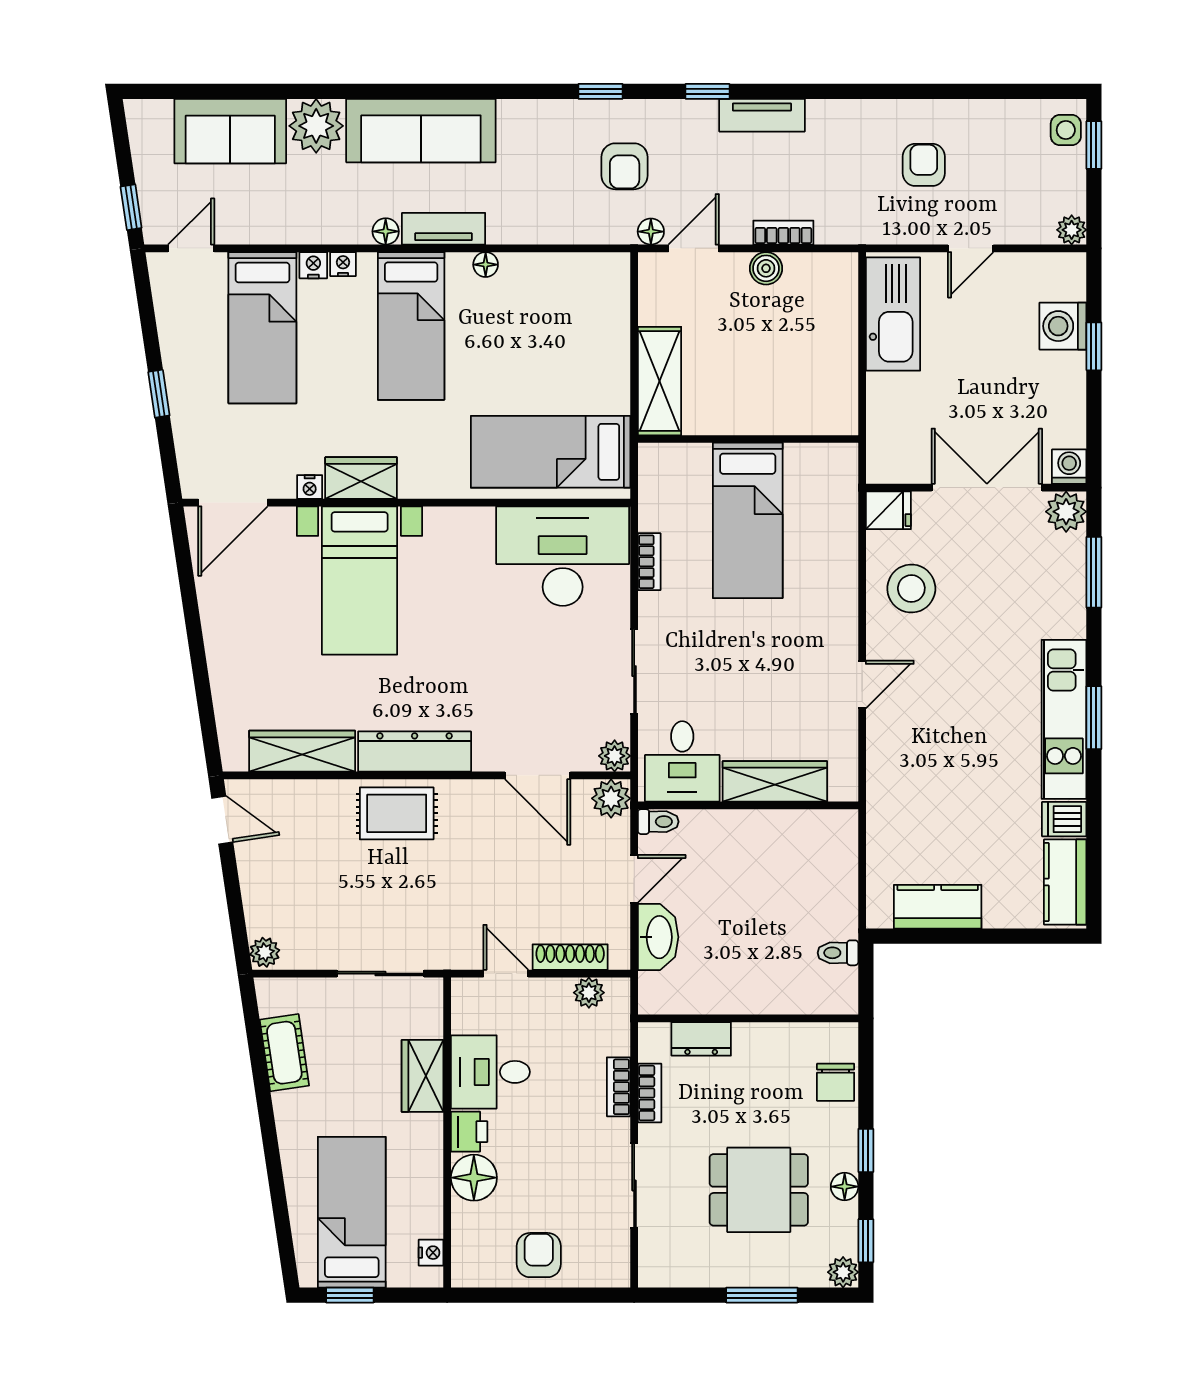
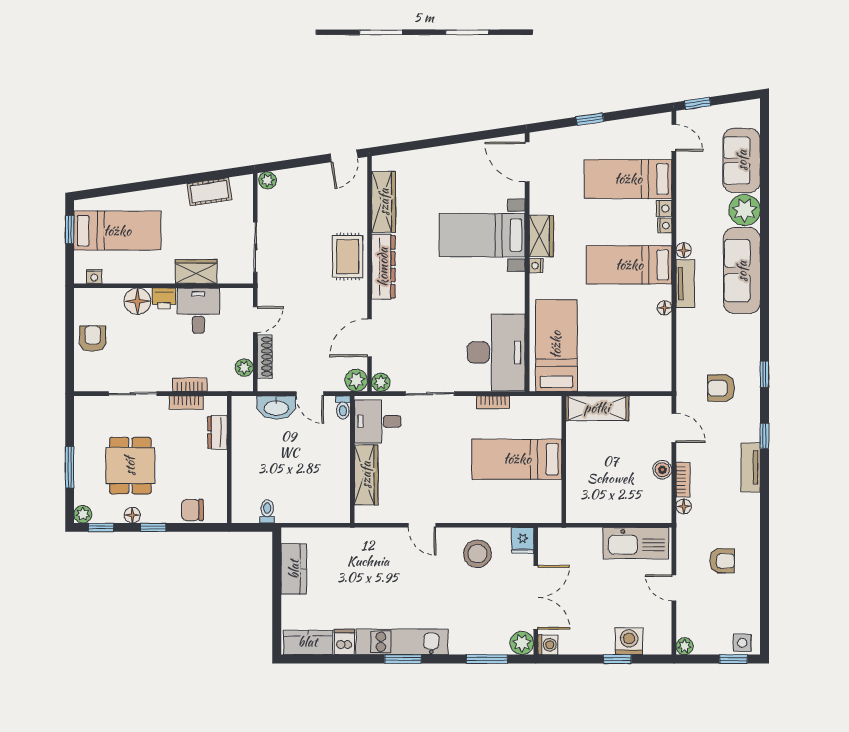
floor lamp: (651, 232) -> (684, 506), moved
nightstand: (310, 487) -> (536, 266), moved
armchair: (539, 1255) -> (93, 339), turned -90

